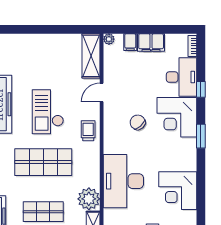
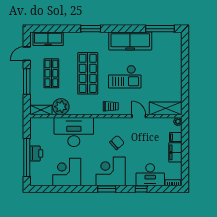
checkout: (48, 112) -> (125, 77), turned 180
corner desk: (177, 117) -> (111, 171), moved

